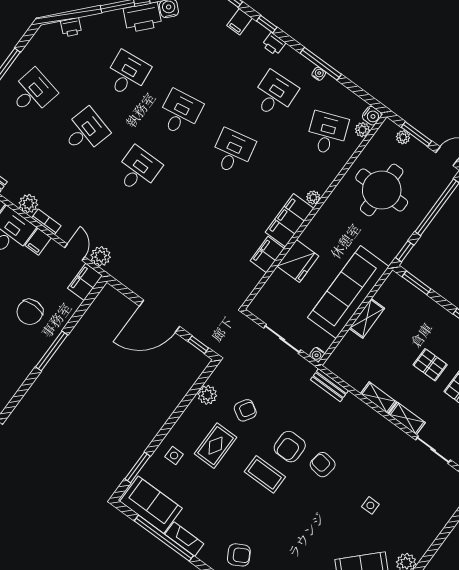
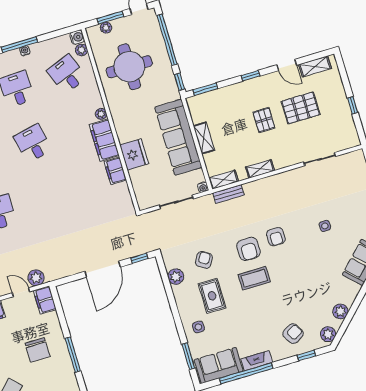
pallet: (430, 365) -> (264, 120), turned 90
shelving: (407, 418) -> (224, 180), moved
armchair: (323, 465) -> (276, 237), turned -99

